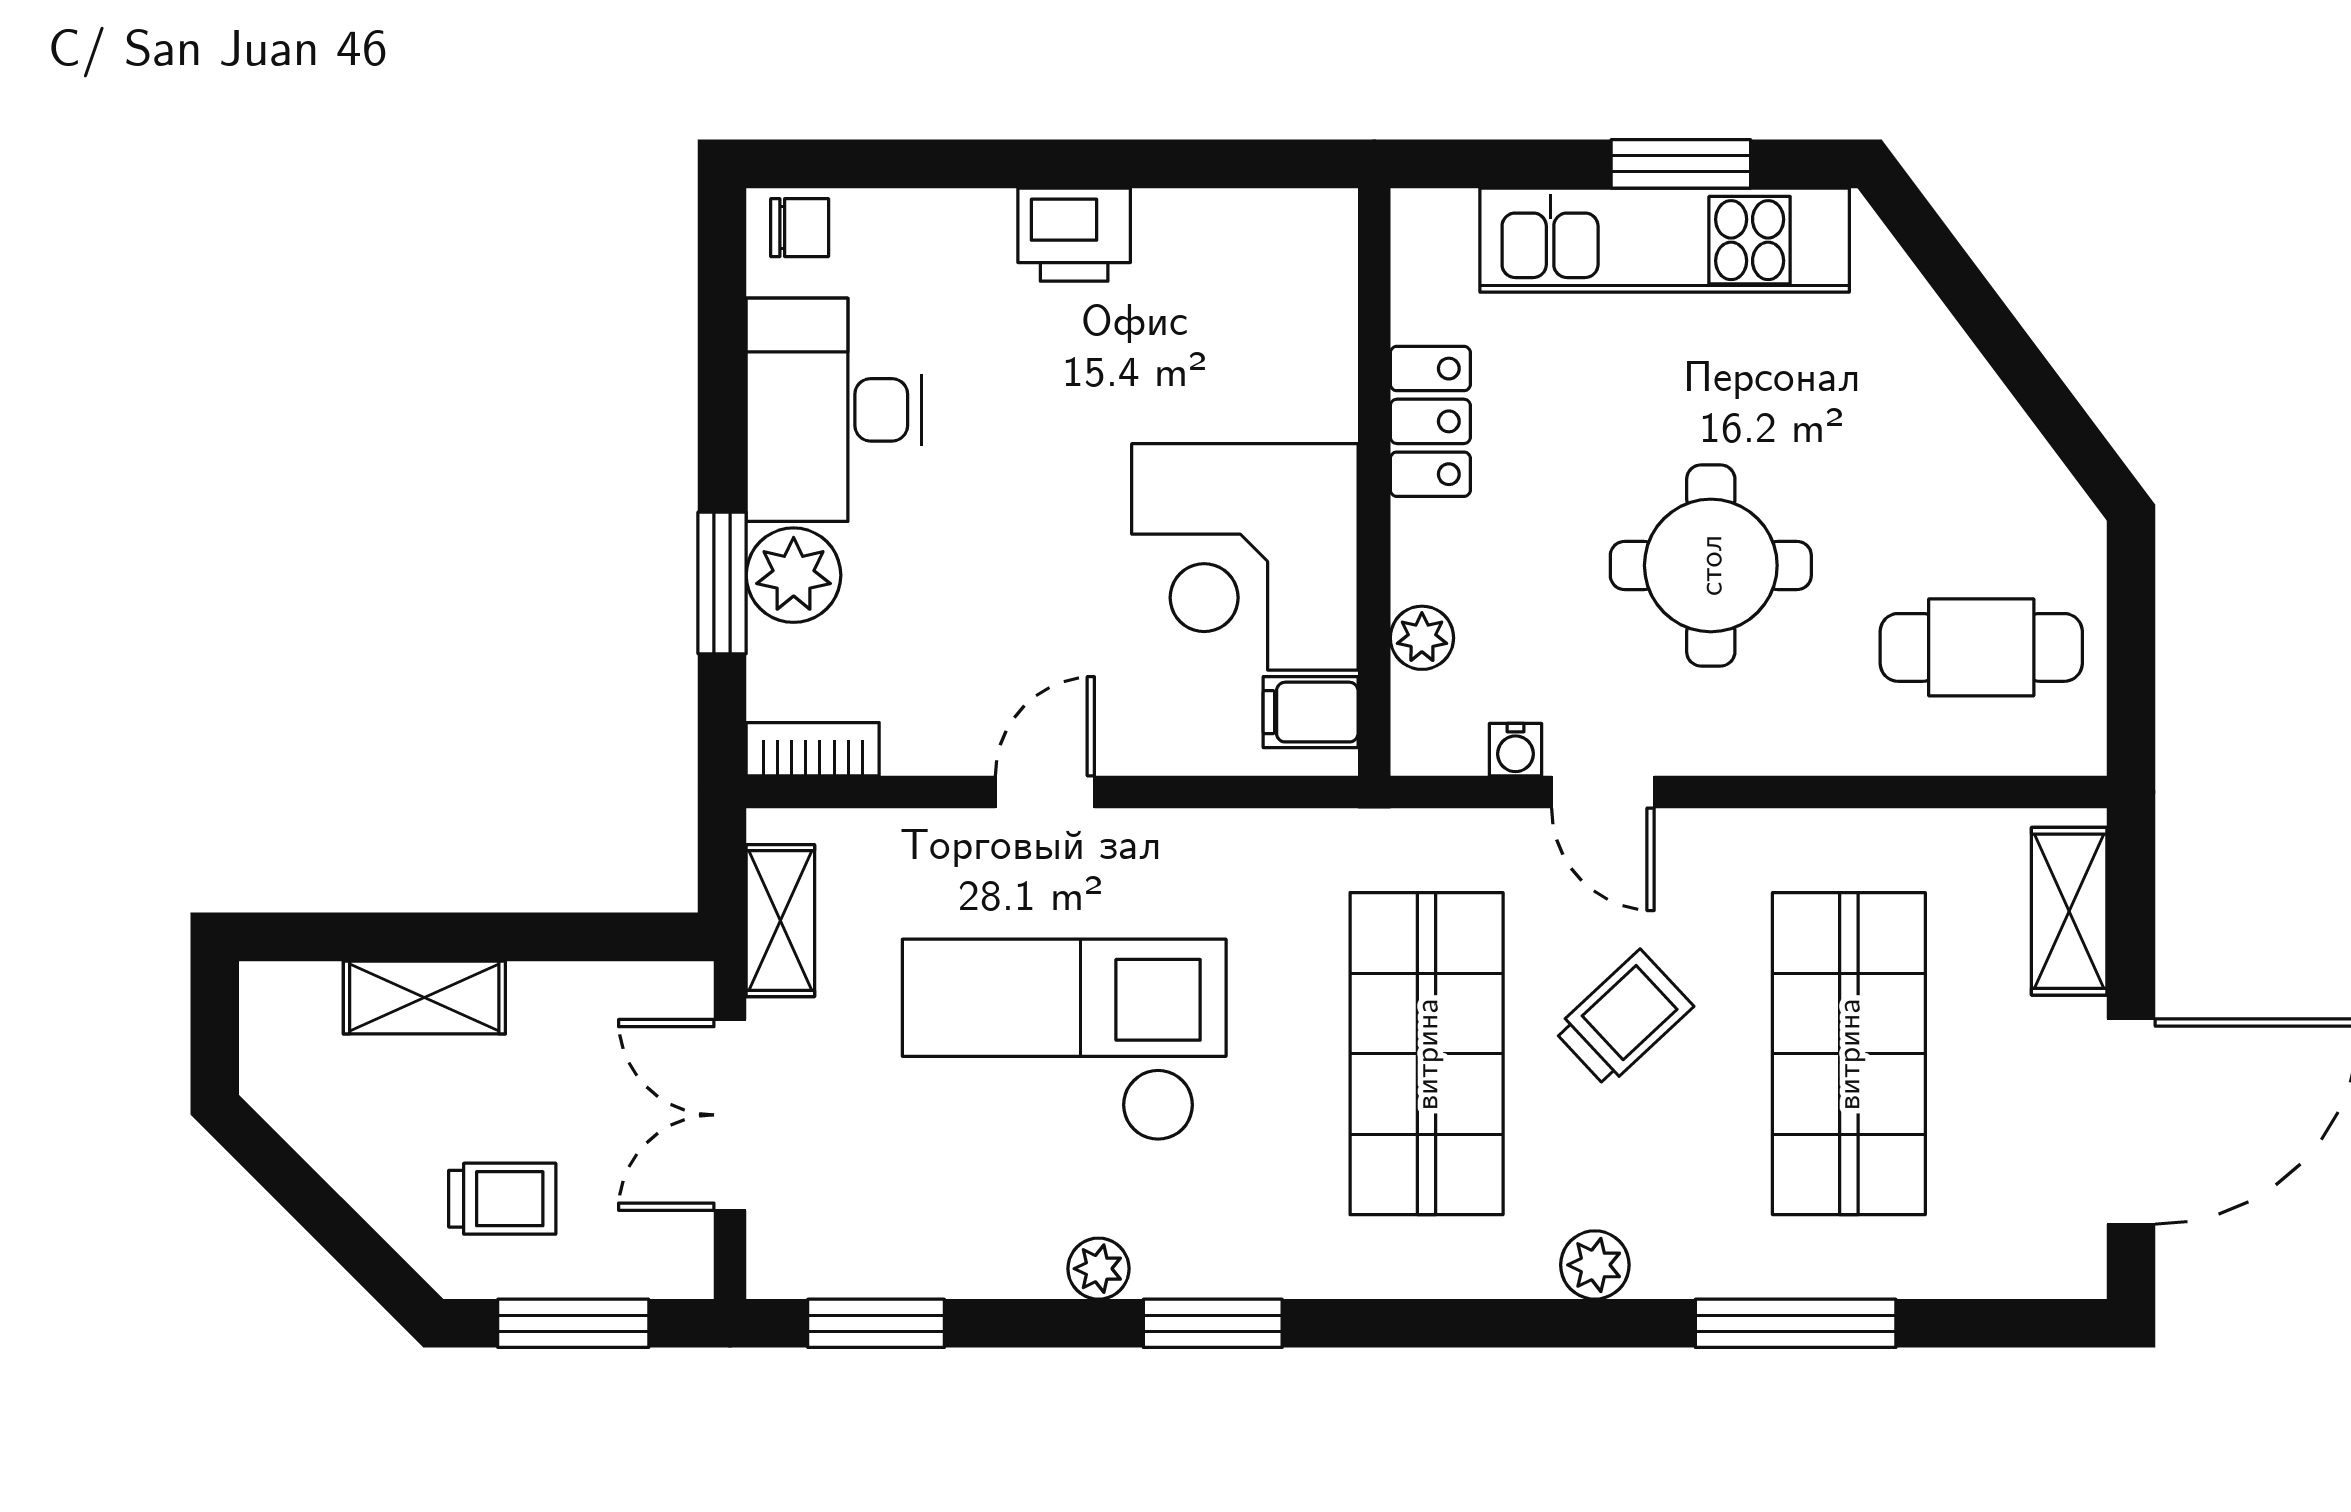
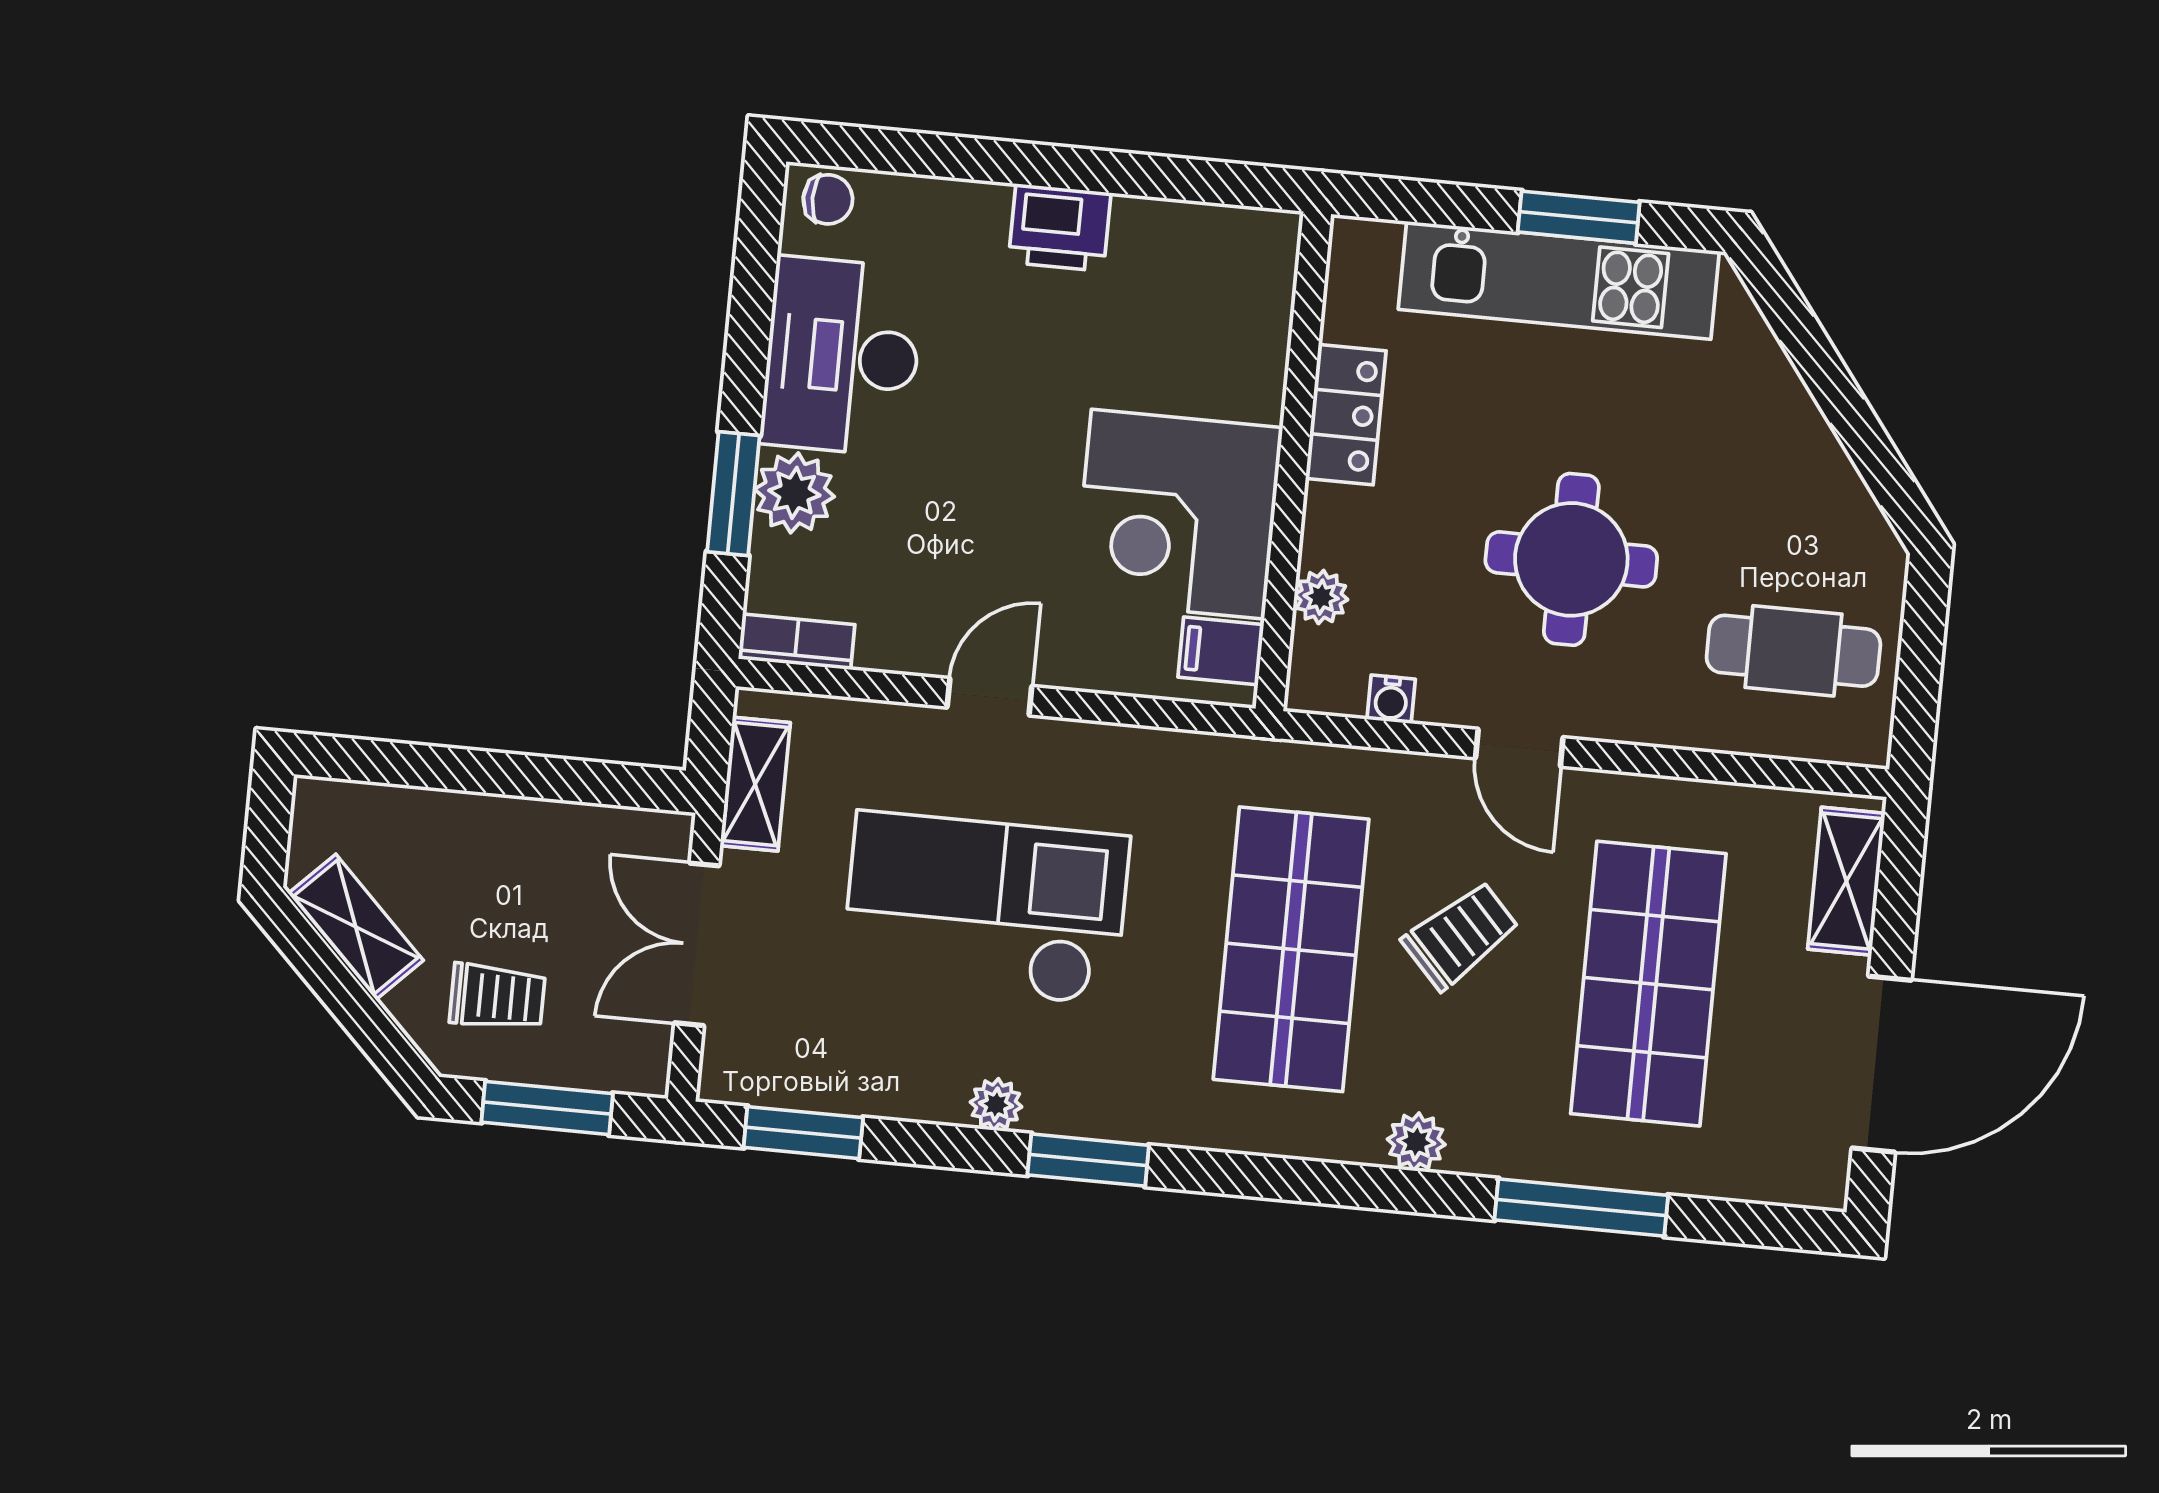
door: (1603, 792) -> (1519, 748), moved
shelving: (424, 997) -> (356, 927), moved, turned 45

